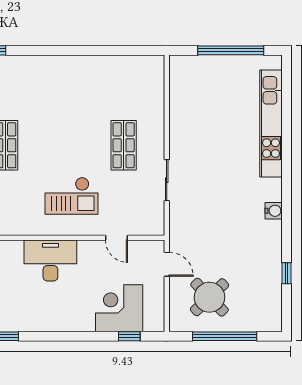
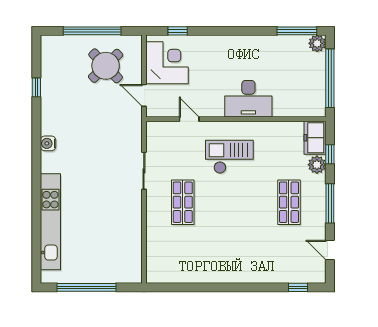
corner desk: (119, 308) -> (167, 63), moved, turned -90

